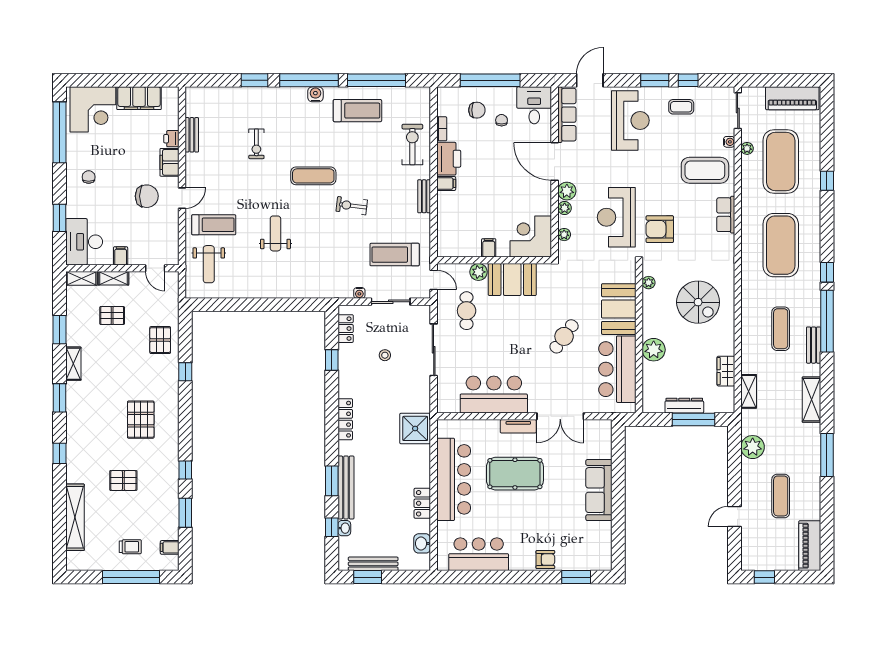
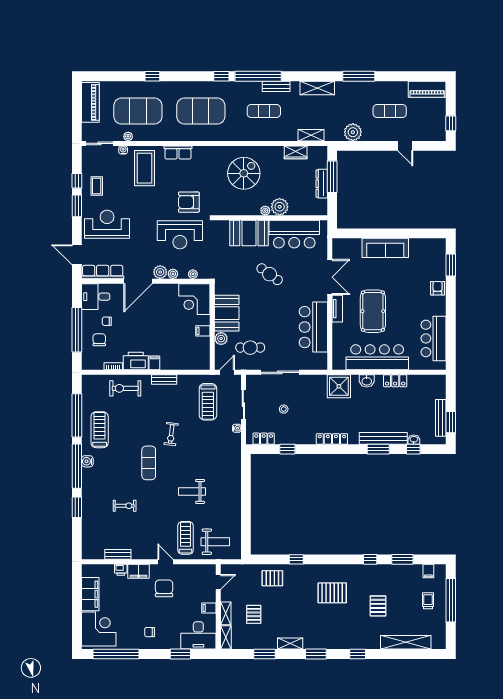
armchair: (660, 229) -> (189, 202), turned 90
plant: (649, 283) -> (265, 211), moved
washbasin: (422, 543) -> (367, 381), moved

